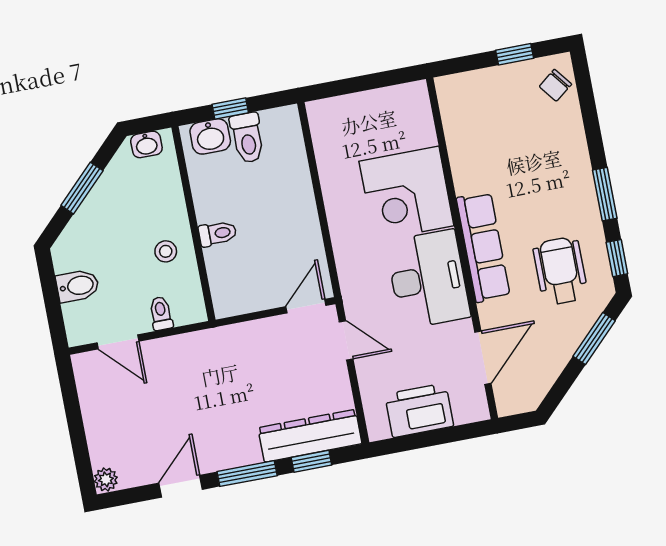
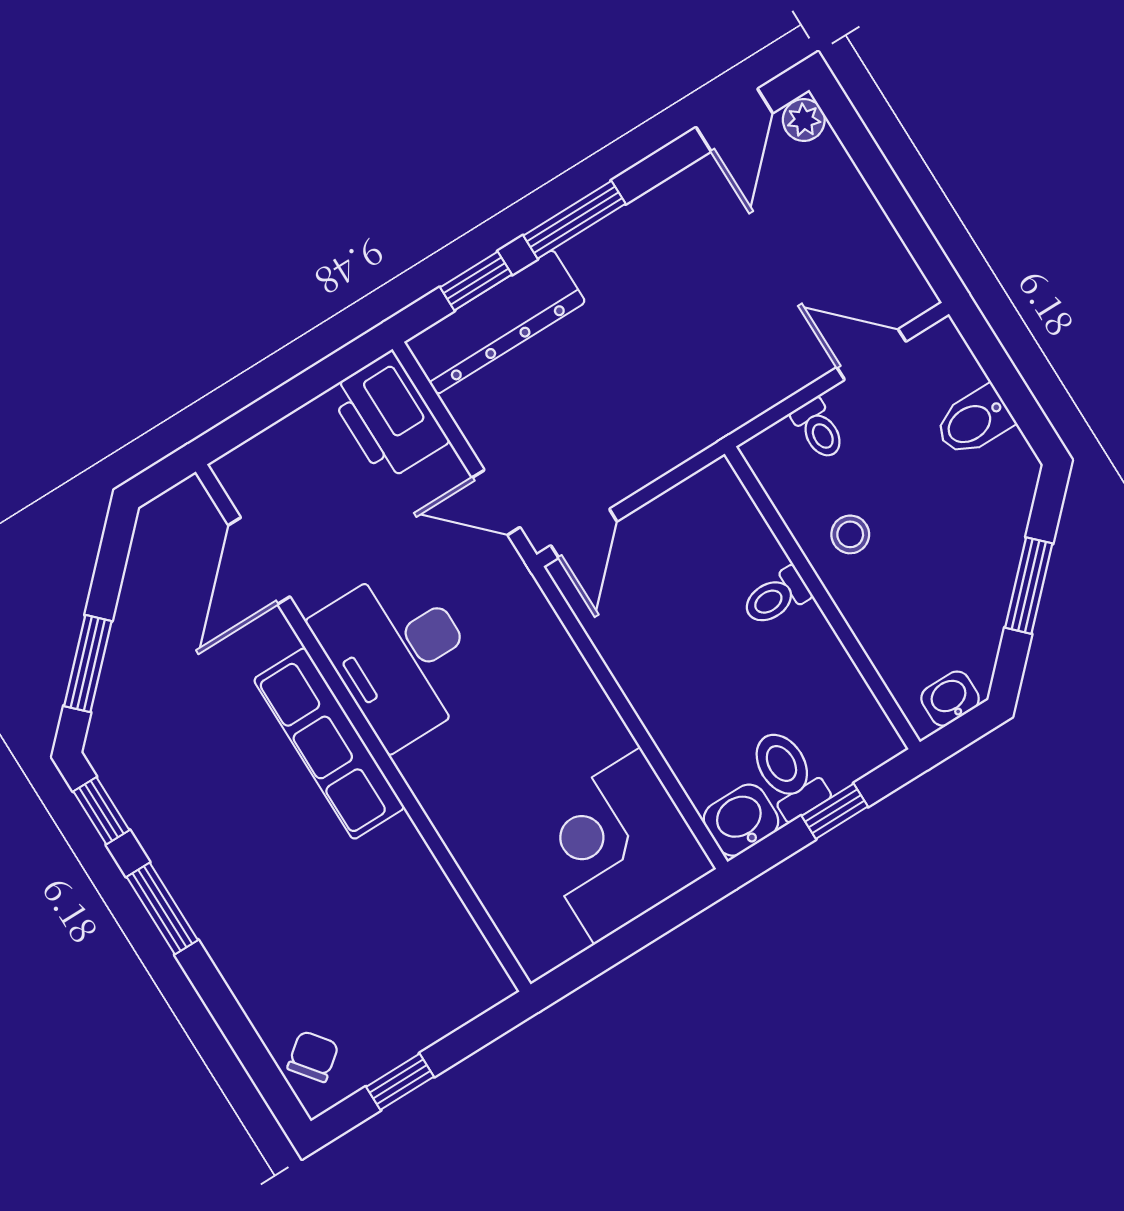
washbasin: (210, 136) -> (741, 820), moved
corner desk: (406, 193) -> (617, 846), moved, turned -90
wheelchair: (560, 271) -> (187, 754), removed
printer: (419, 410) -> (388, 416), moved, turned 90
door: (181, 486) -> (734, 120), moved

